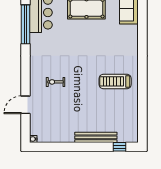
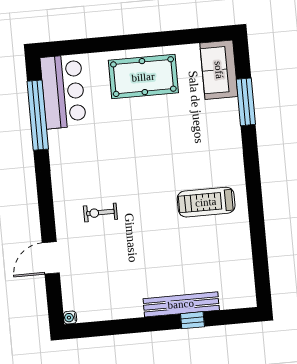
window: (142, 28) -> (246, 102), added
window: (119, 147) -> (192, 320), moved

